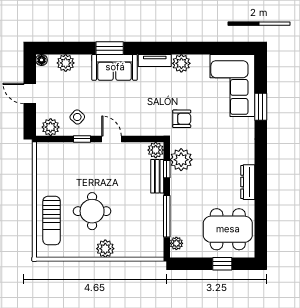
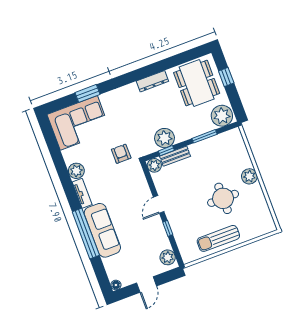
window: (110, 48) -> (86, 234), width x2.11
plant: (66, 63) -> (111, 265), removed
sofa: (115, 67) -> (102, 230), width x1.36
side table: (77, 117) -> (151, 239), removed
plant: (181, 160) -> (164, 138), moved
window: (167, 216) -> (205, 136), width x0.69
sun lounger: (52, 221) -> (218, 238), moved, turned 180
plant: (176, 243) -> (222, 116), width x1.88, depth x1.88

